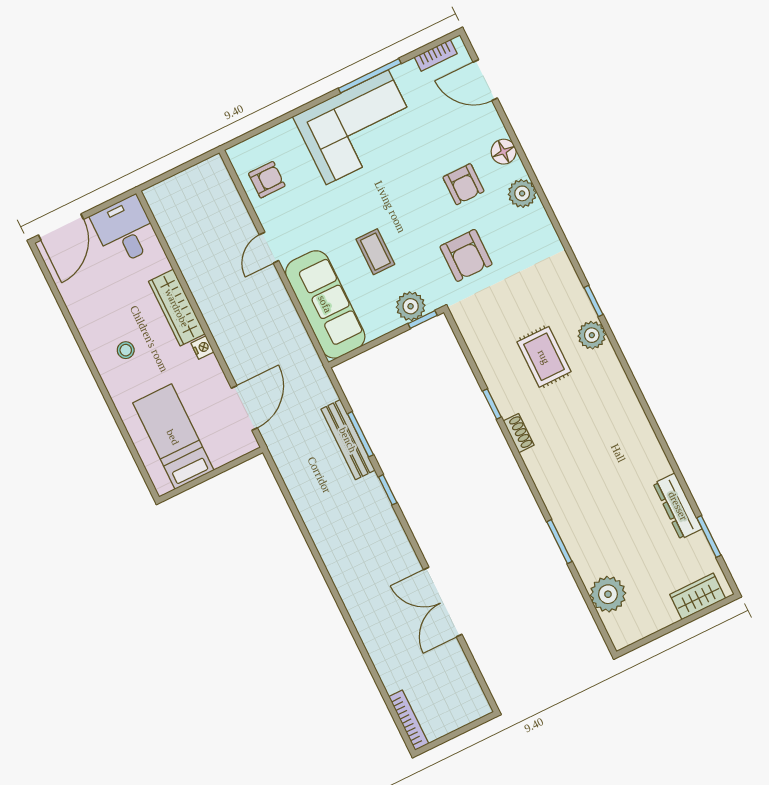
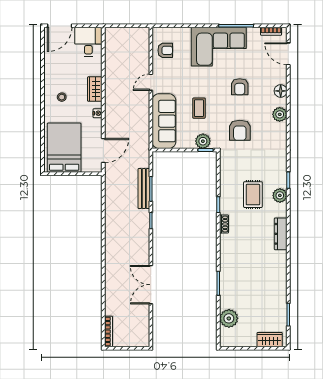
armchair: (463, 184) -> (240, 87), moved
wardrobe: (177, 308) -> (95, 89), width x0.67
bed: (173, 437) -> (64, 148), width x1.50
dresser: (678, 506) -> (281, 234), moved

